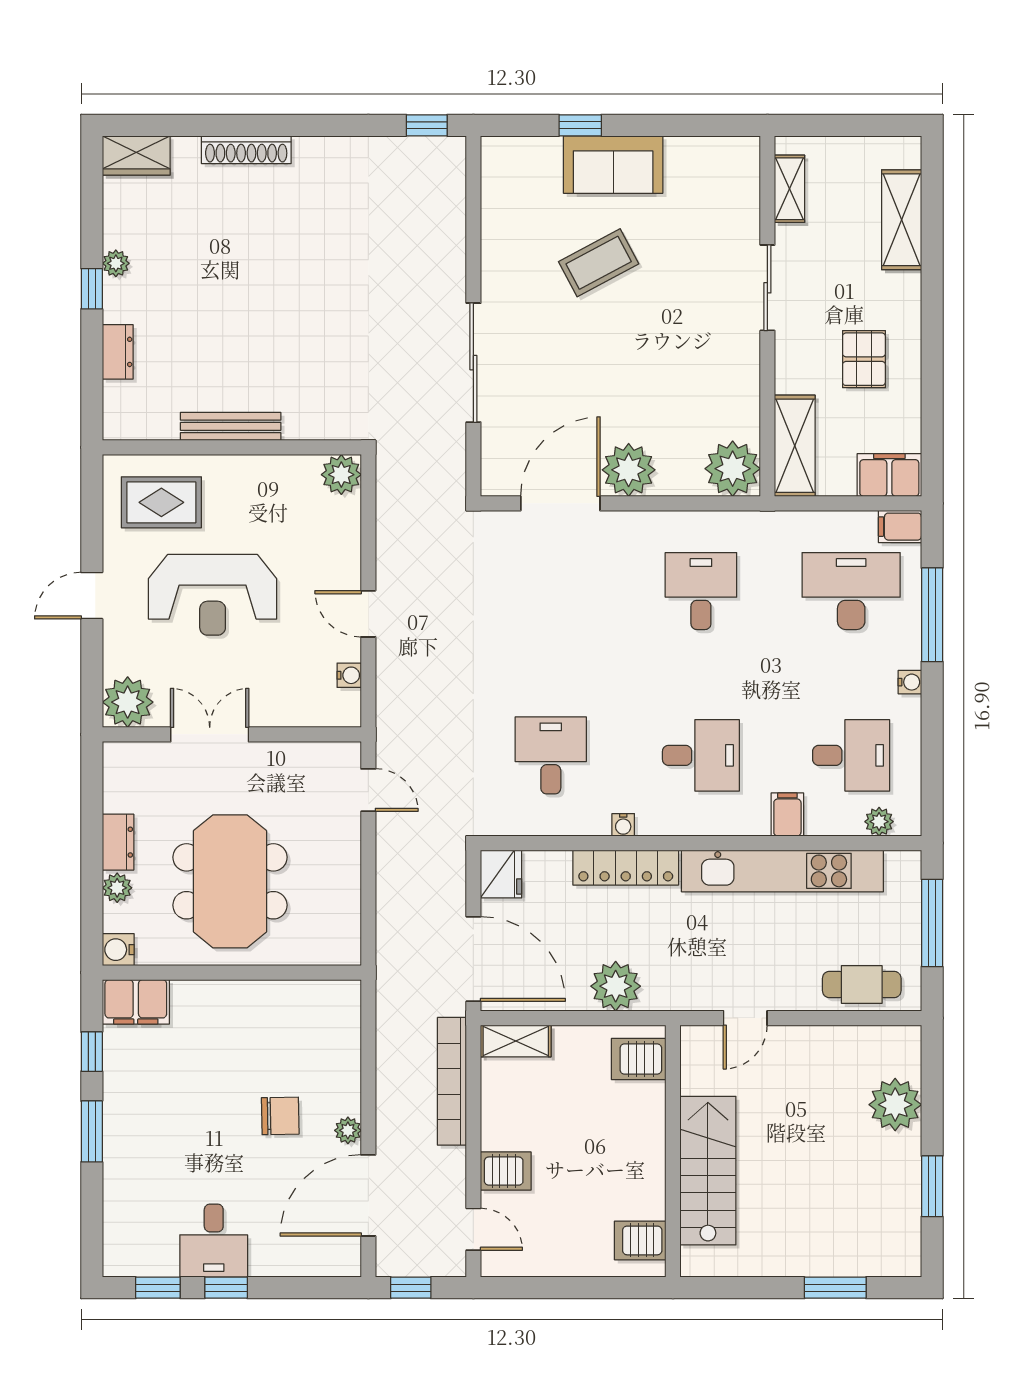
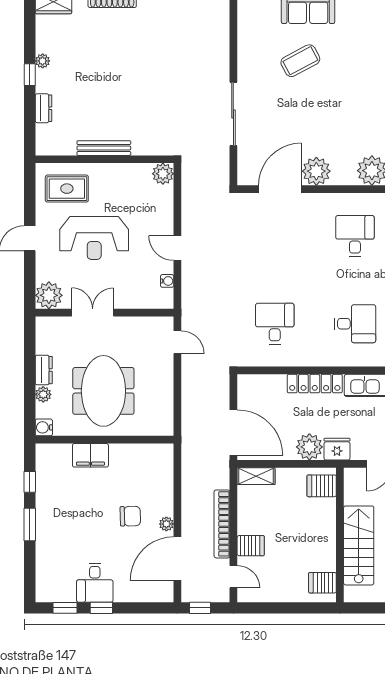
water cooler: (623, 825) -> (313, 361), removed
fridge: (501, 874) -> (337, 449), moved, turned -90
filing cabinet: (136, 1002) -> (90, 455), moved
bookcase: (452, 1081) -> (222, 524), moved

